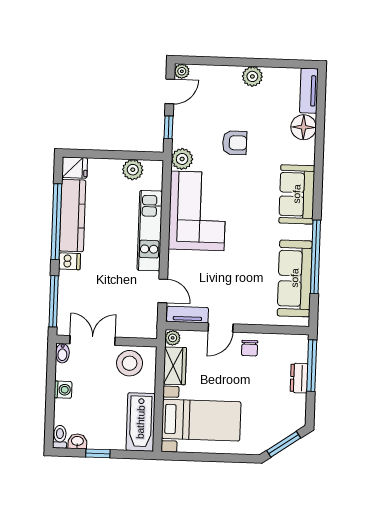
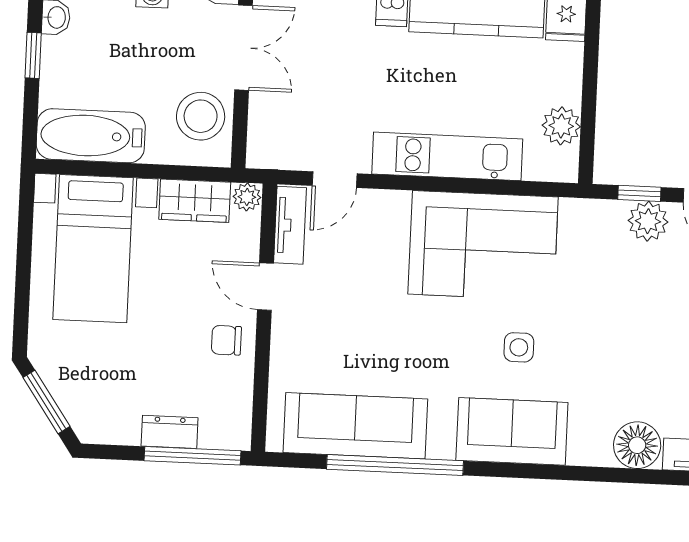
armchair: (235, 143) -> (609, 316), removed
plant: (182, 159) -> (648, 221), moved
side table: (252, 191) -> (519, 347), added

